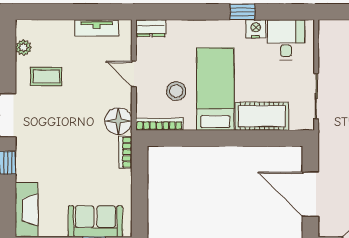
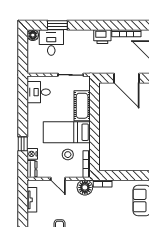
window: (242, 12) -> (23, 144), moved
nightstand: (256, 29) -> (32, 154), moved
door: (134, 74) -> (58, 179), hinge flipped
door: (310, 194) -> (127, 78), hinge flipped

